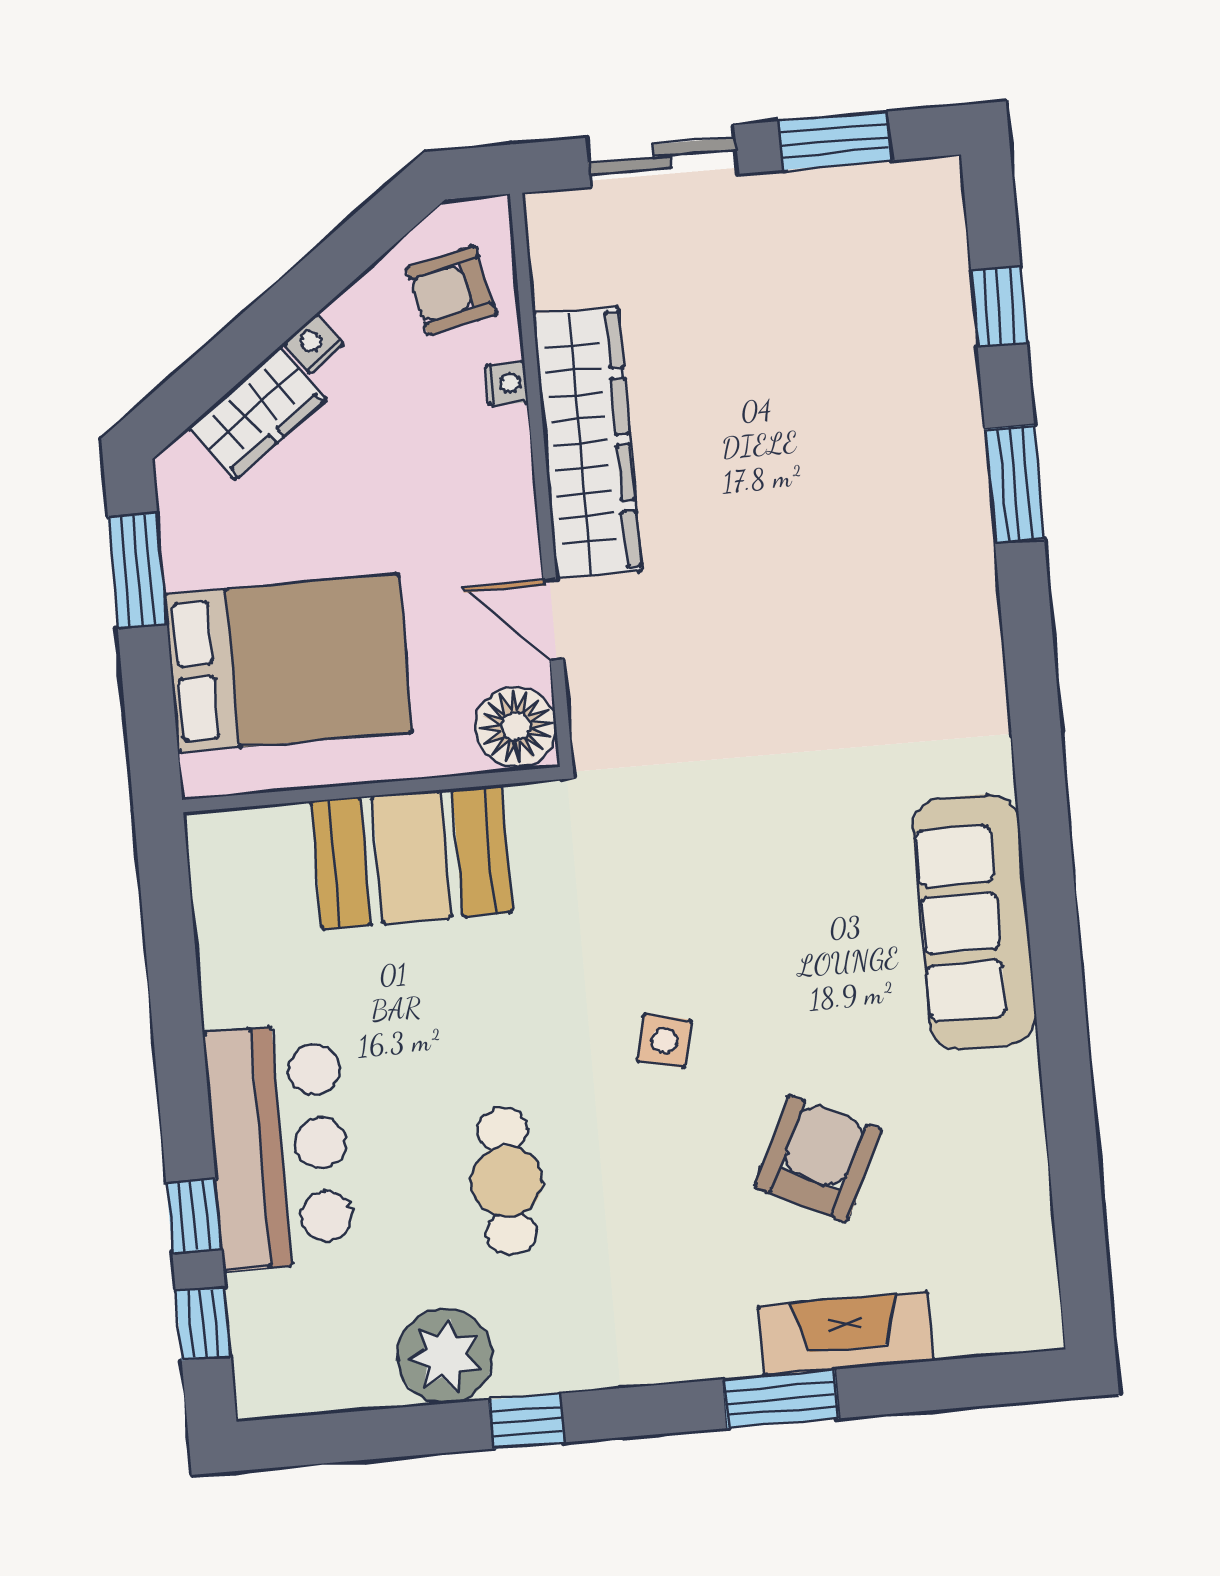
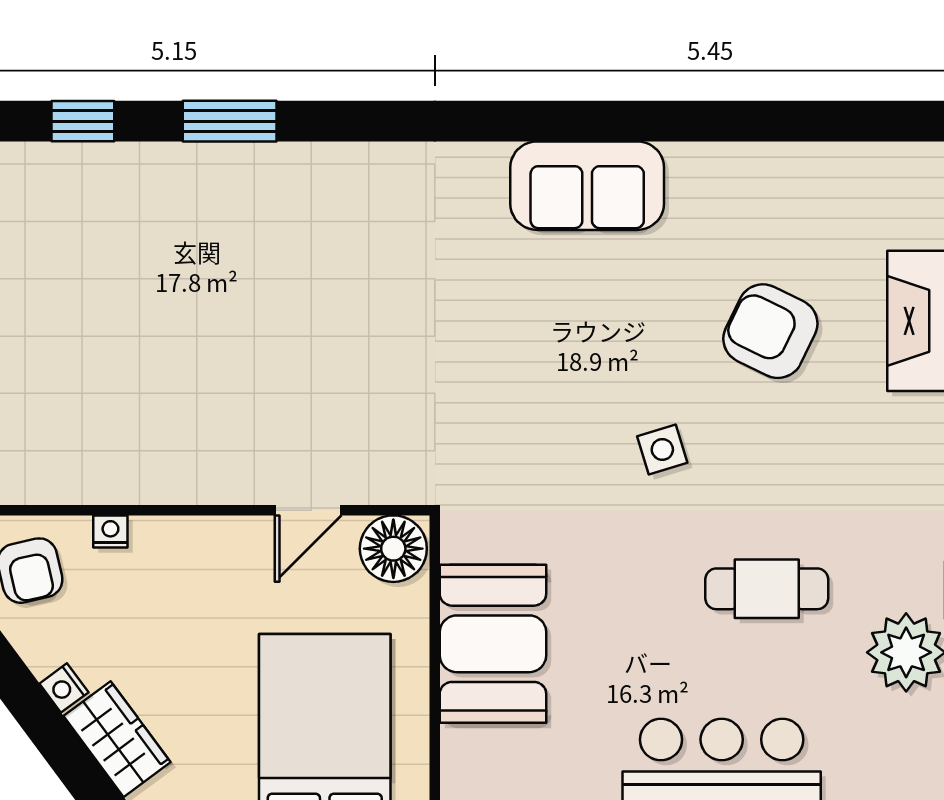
wardrobe: (587, 442) -> (165, 470), removed
sofa: (974, 922) -> (587, 186), width x0.73
side table: (664, 1041) -> (662, 449), turned -30

